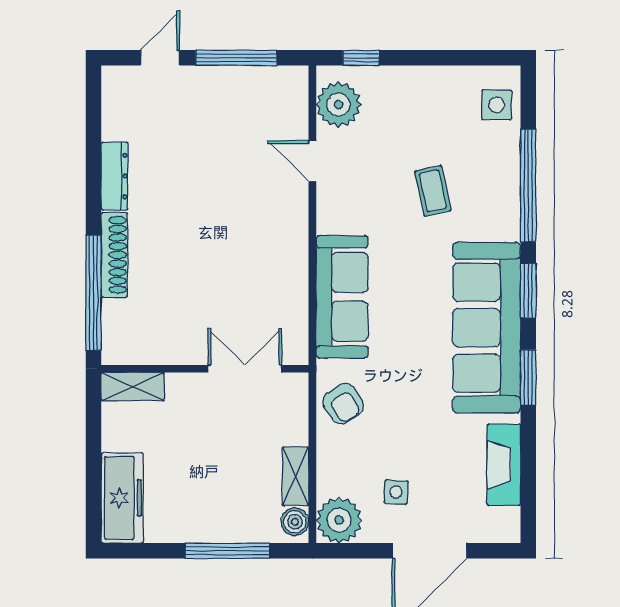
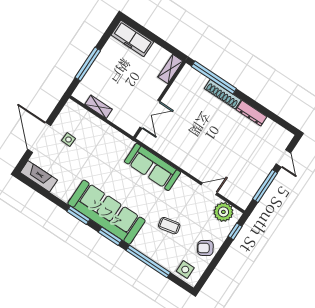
armchair: (343, 404) -> (205, 248), moved
fireplace: (504, 465) -> (39, 176), moved
plant: (339, 520) -> (72, 112), removed
boiler: (295, 522) -> (82, 96), removed

